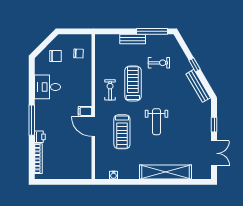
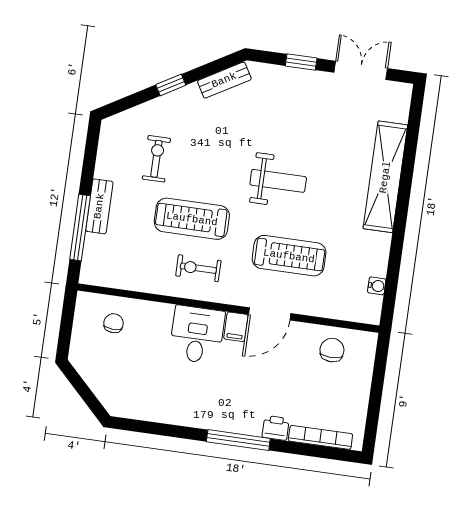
window: (152, 31) -> (80, 228), moved
chair: (55, 56) -> (332, 350), moved
bench: (198, 86) -> (224, 80), width x0.73
desk: (47, 87) -> (197, 335), moved, turned 180

